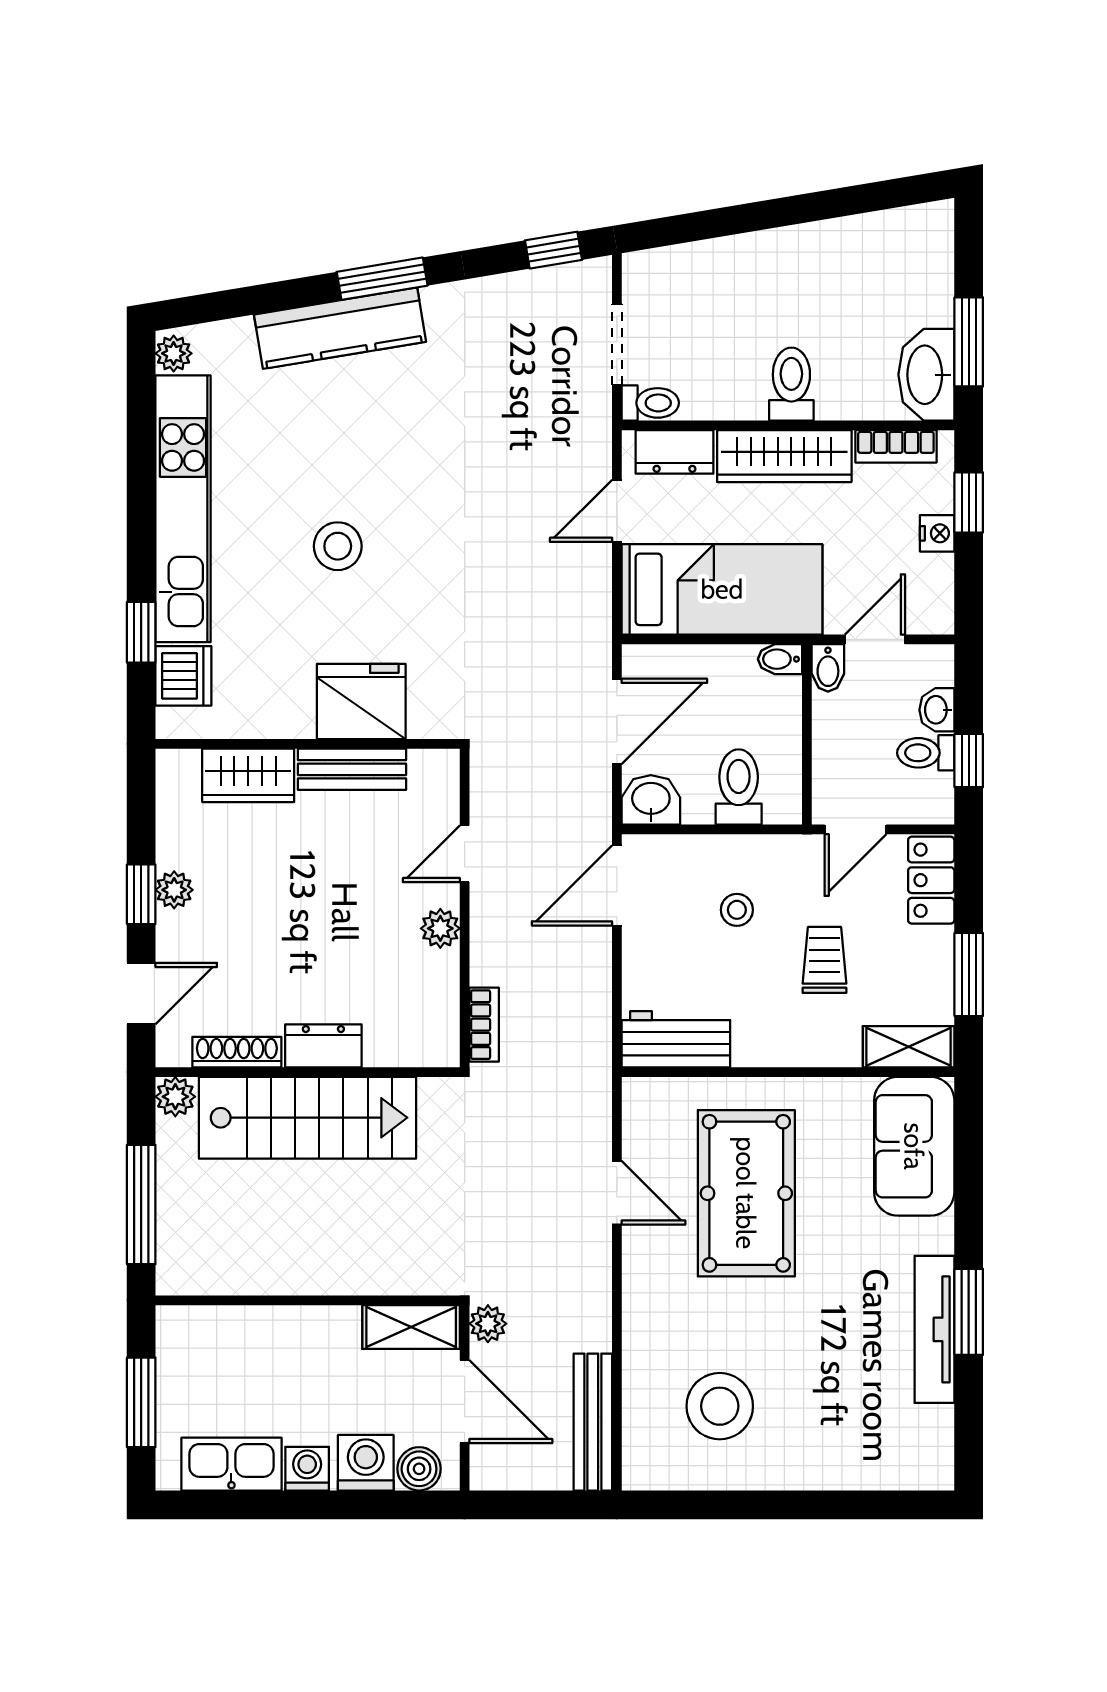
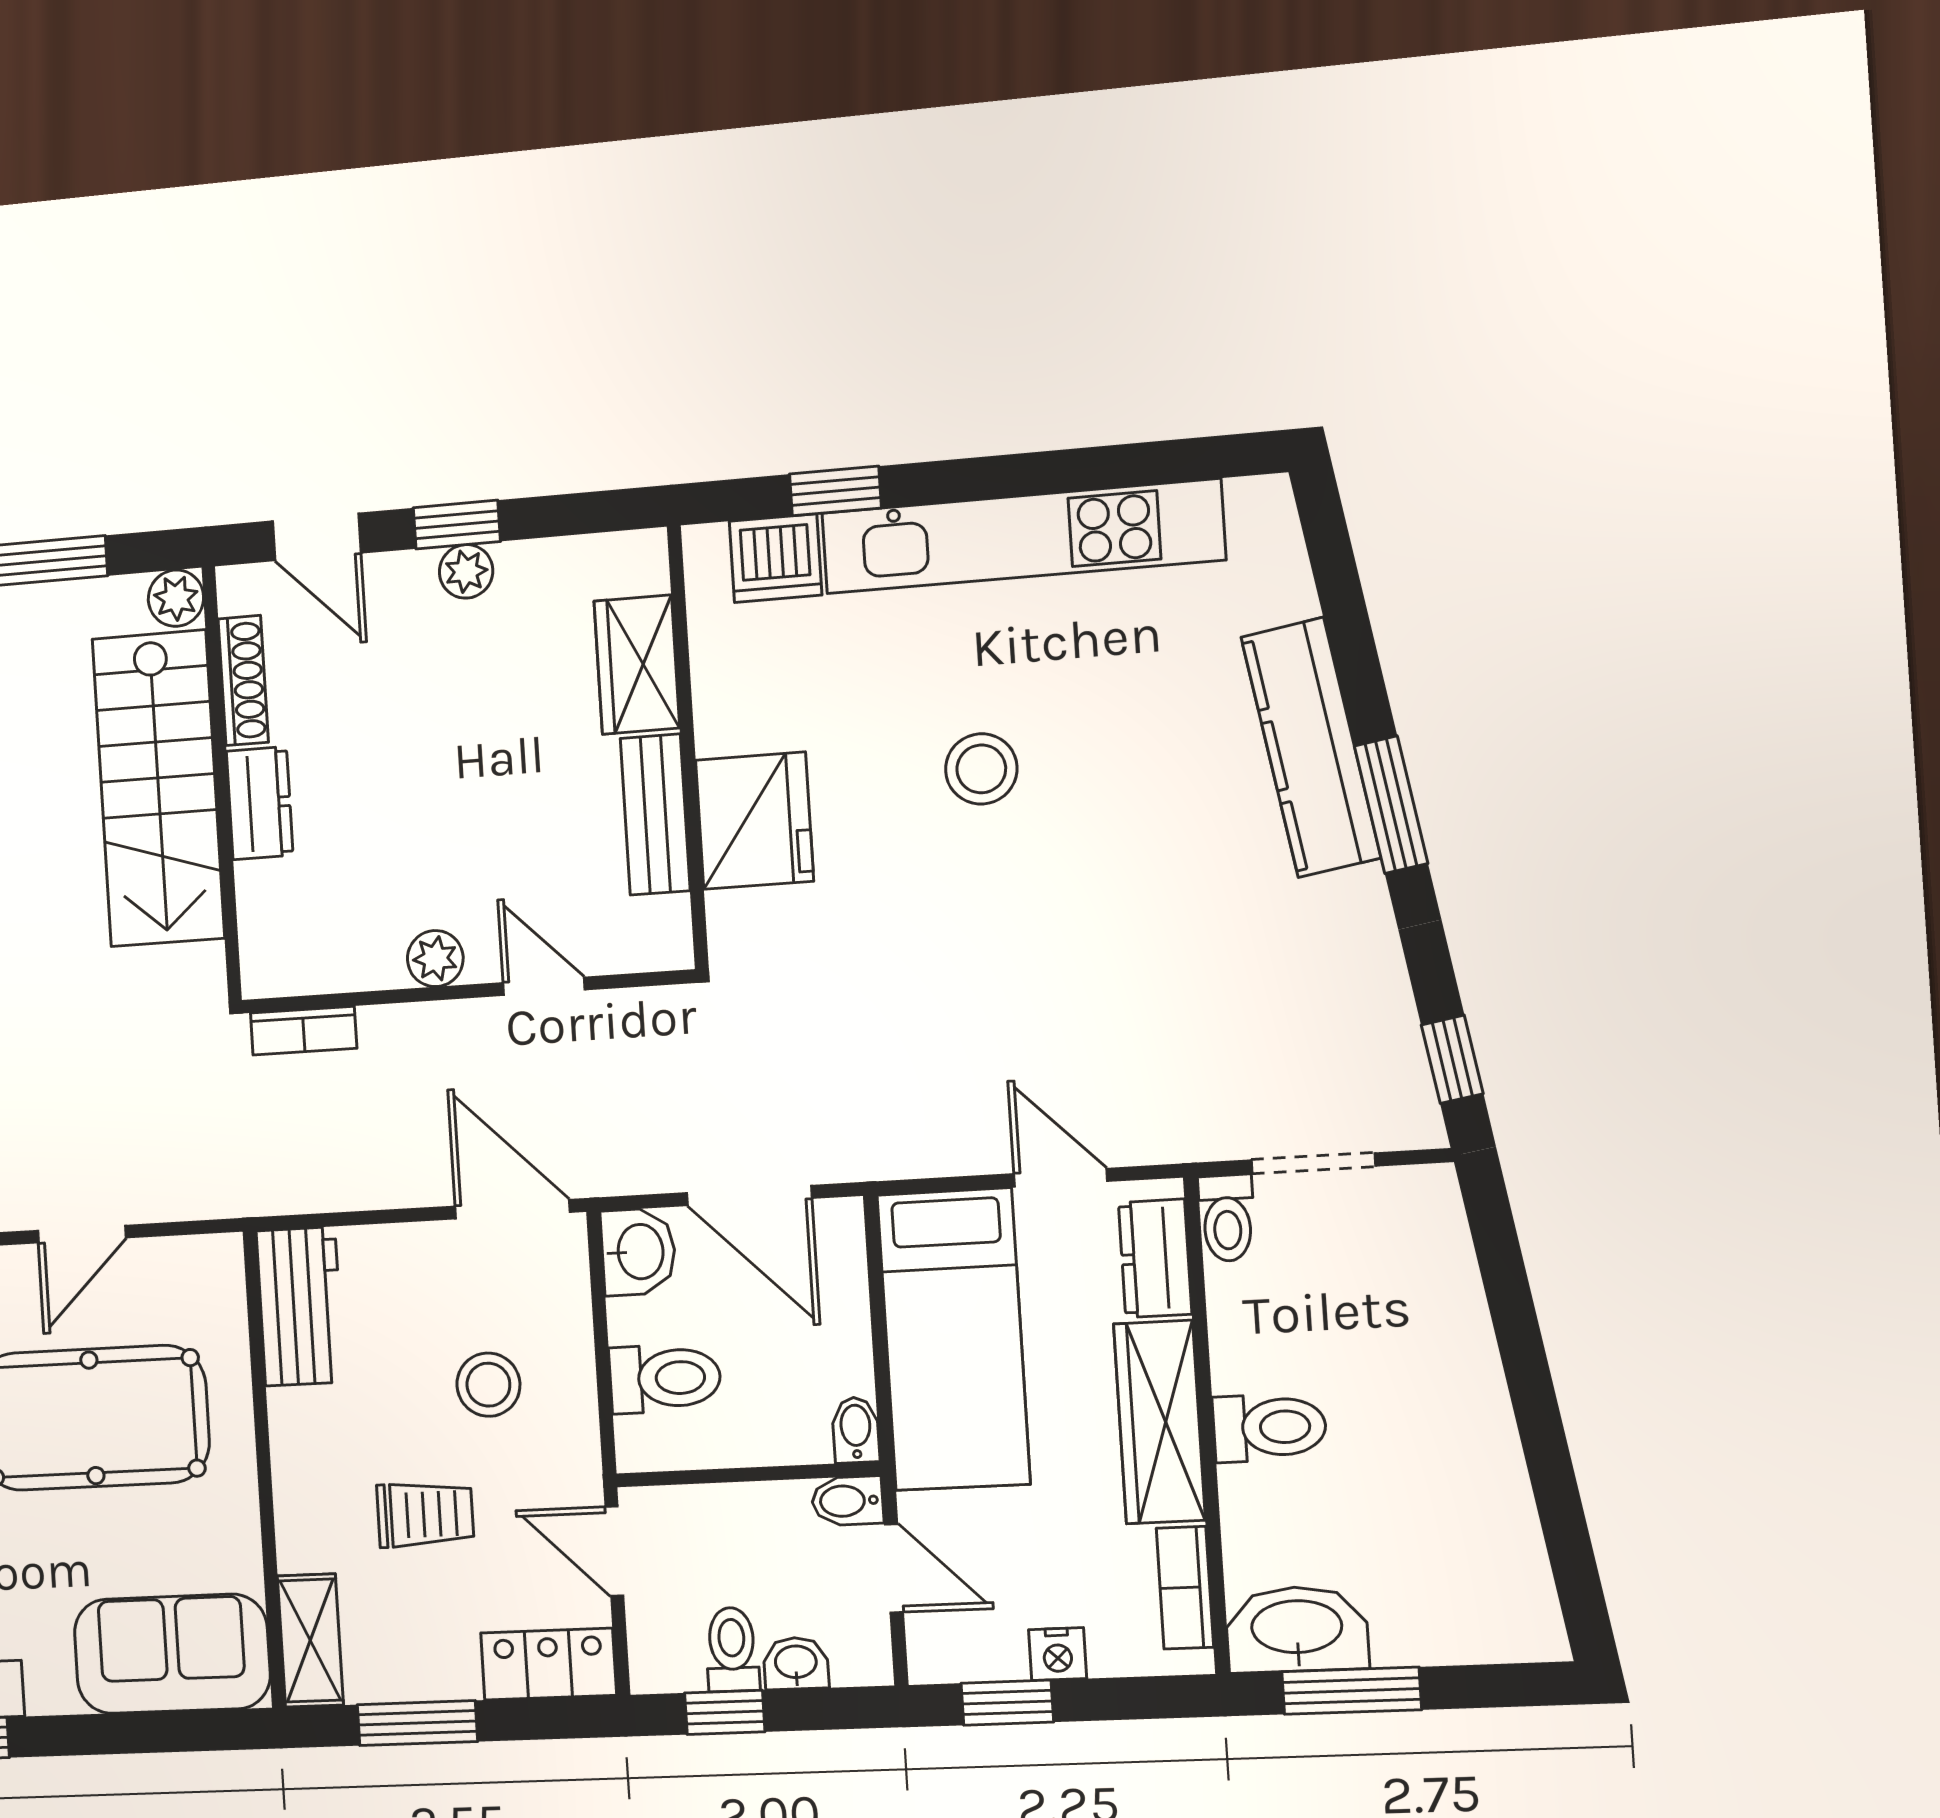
plant: (174, 353) -> (1256, 502), removed
window: (969, 502) -> (1007, 1703), moved
stool: (737, 910) -> (488, 1385), width x1.37, depth x1.37

